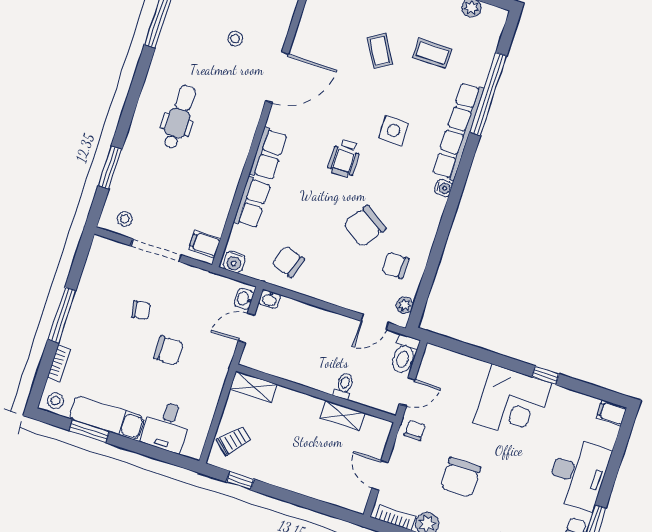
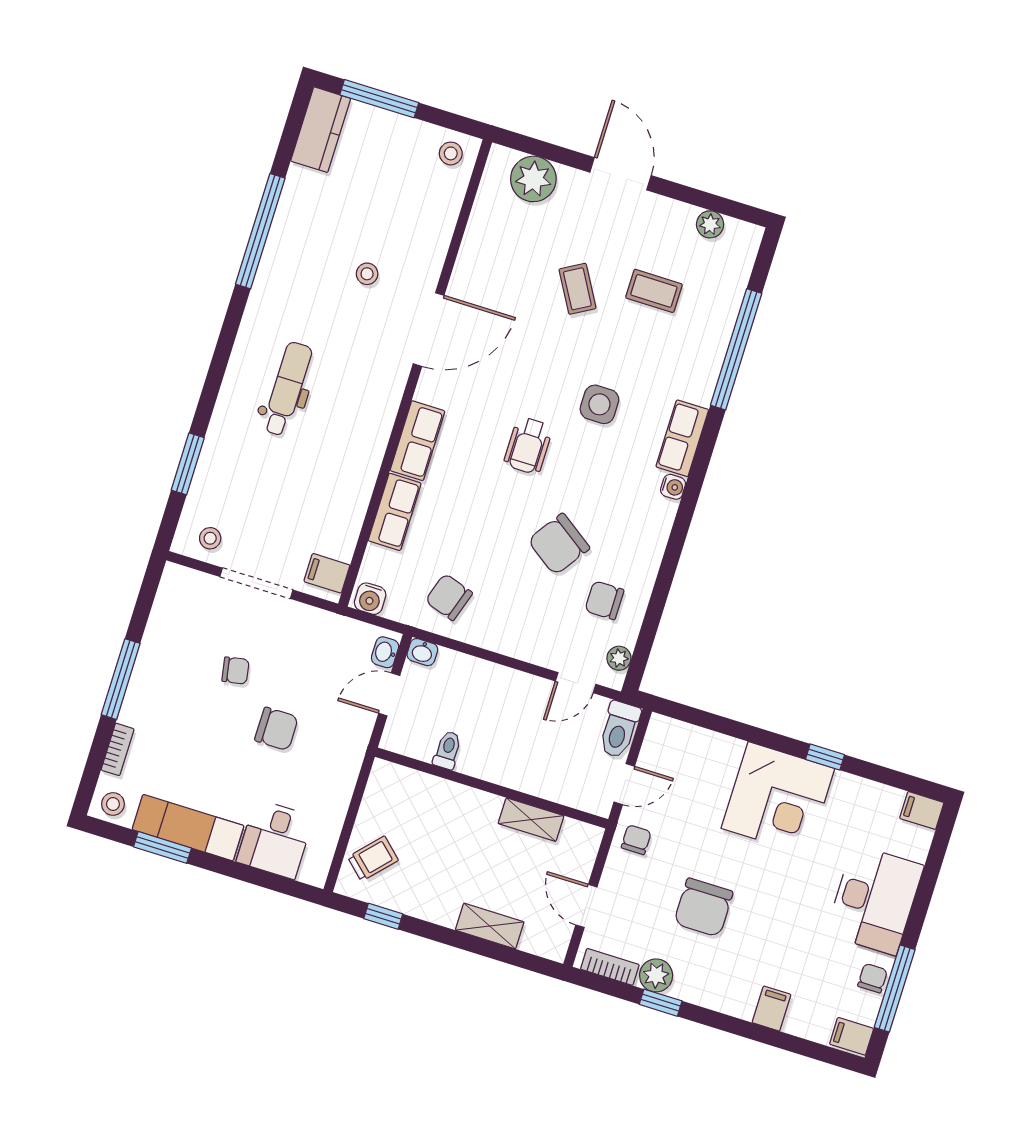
row of seats: (458, 131) -> (682, 438), width x0.50
toilet: (344, 386) -> (447, 750), moved
shelving: (254, 387) -> (490, 926), moved

